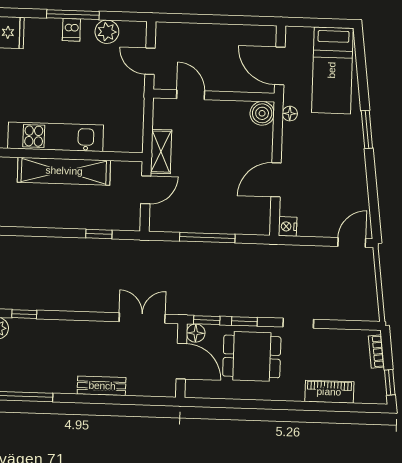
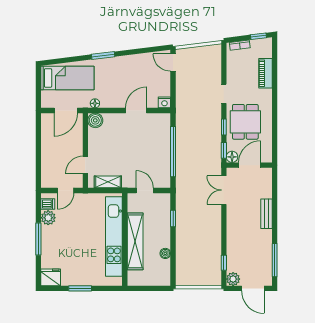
dishwasher: (71, 30) -> (48, 204), moved
kitchen unit: (56, 137) -> (114, 237), width x1.36
shelving: (161, 152) -> (108, 182), moved
door: (276, 180) -> (136, 110), swing flipped
boiler: (43, 220) -> (165, 253), added
window: (207, 238) -> (173, 152), width x1.46

